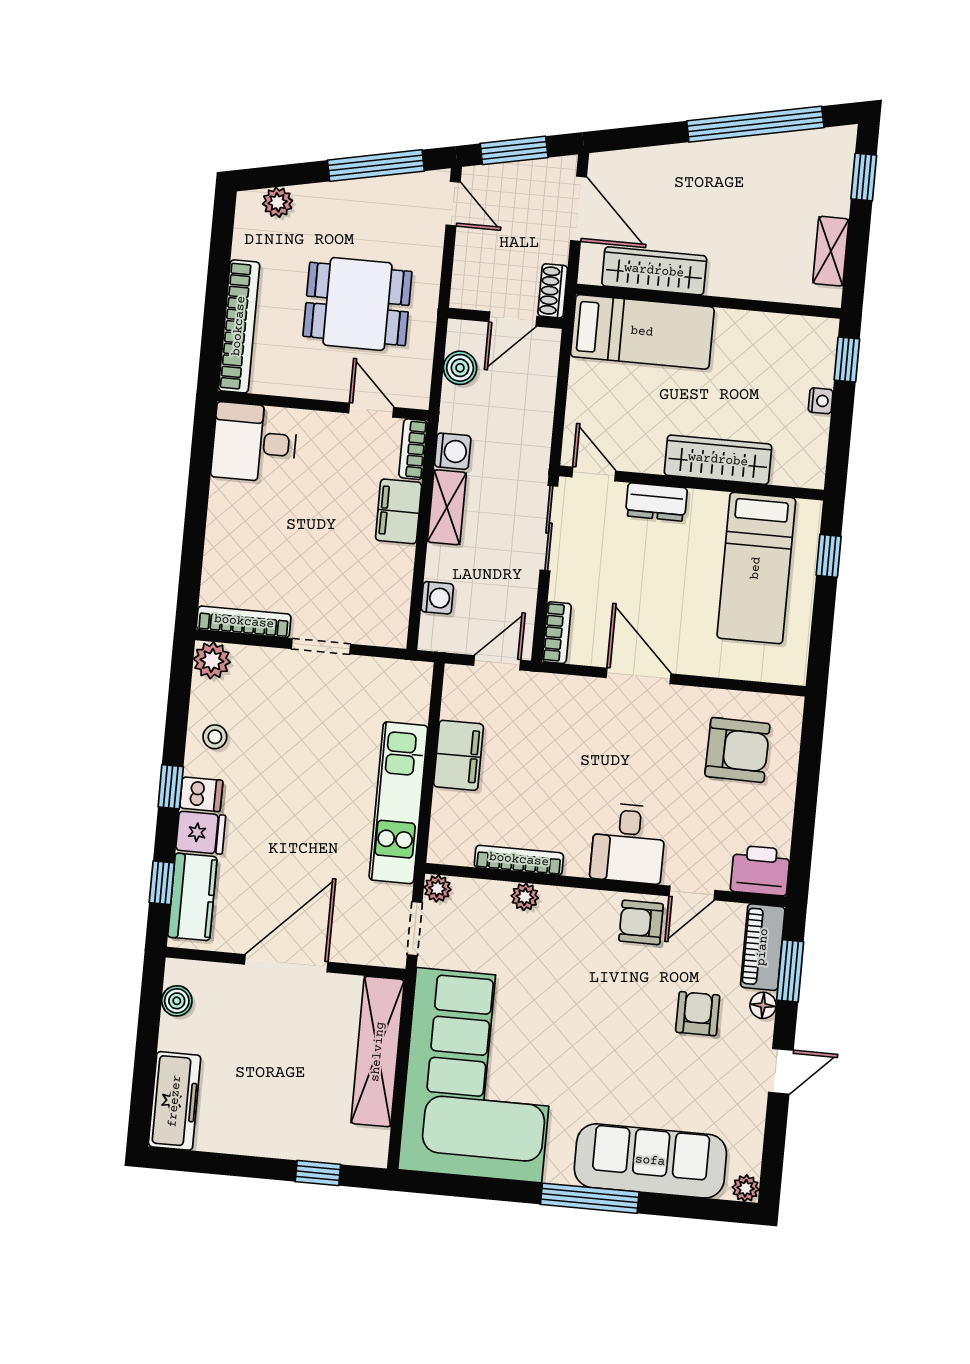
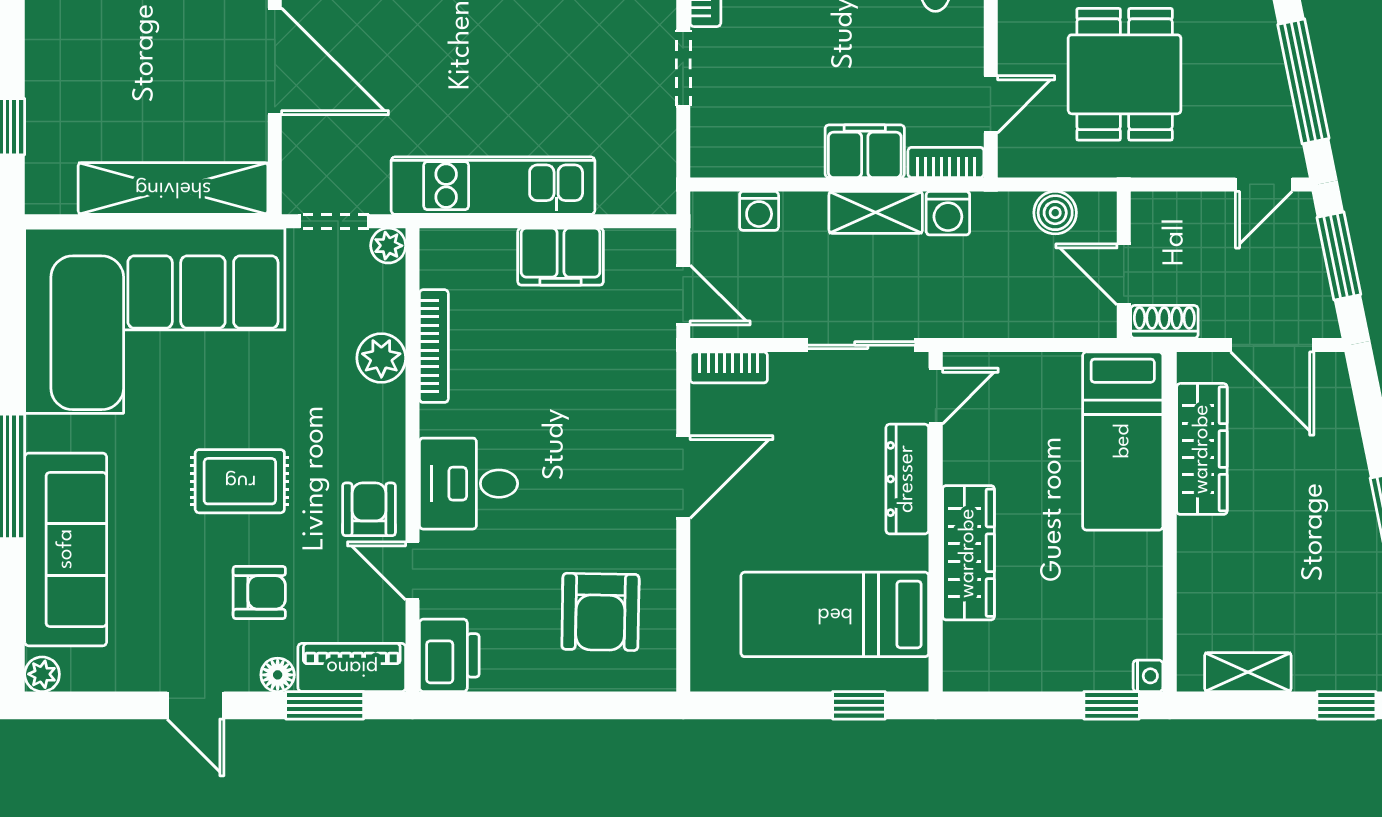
door: (579, 209) -> (1272, 345), hinge flipped
nightstand: (821, 401) -> (1148, 676), moved, turned -90
dresser: (656, 502) -> (907, 479), width x1.44
plant: (525, 897) -> (381, 358), width x1.38, depth x1.38
rug: (610, 1021) -> (240, 481), added

